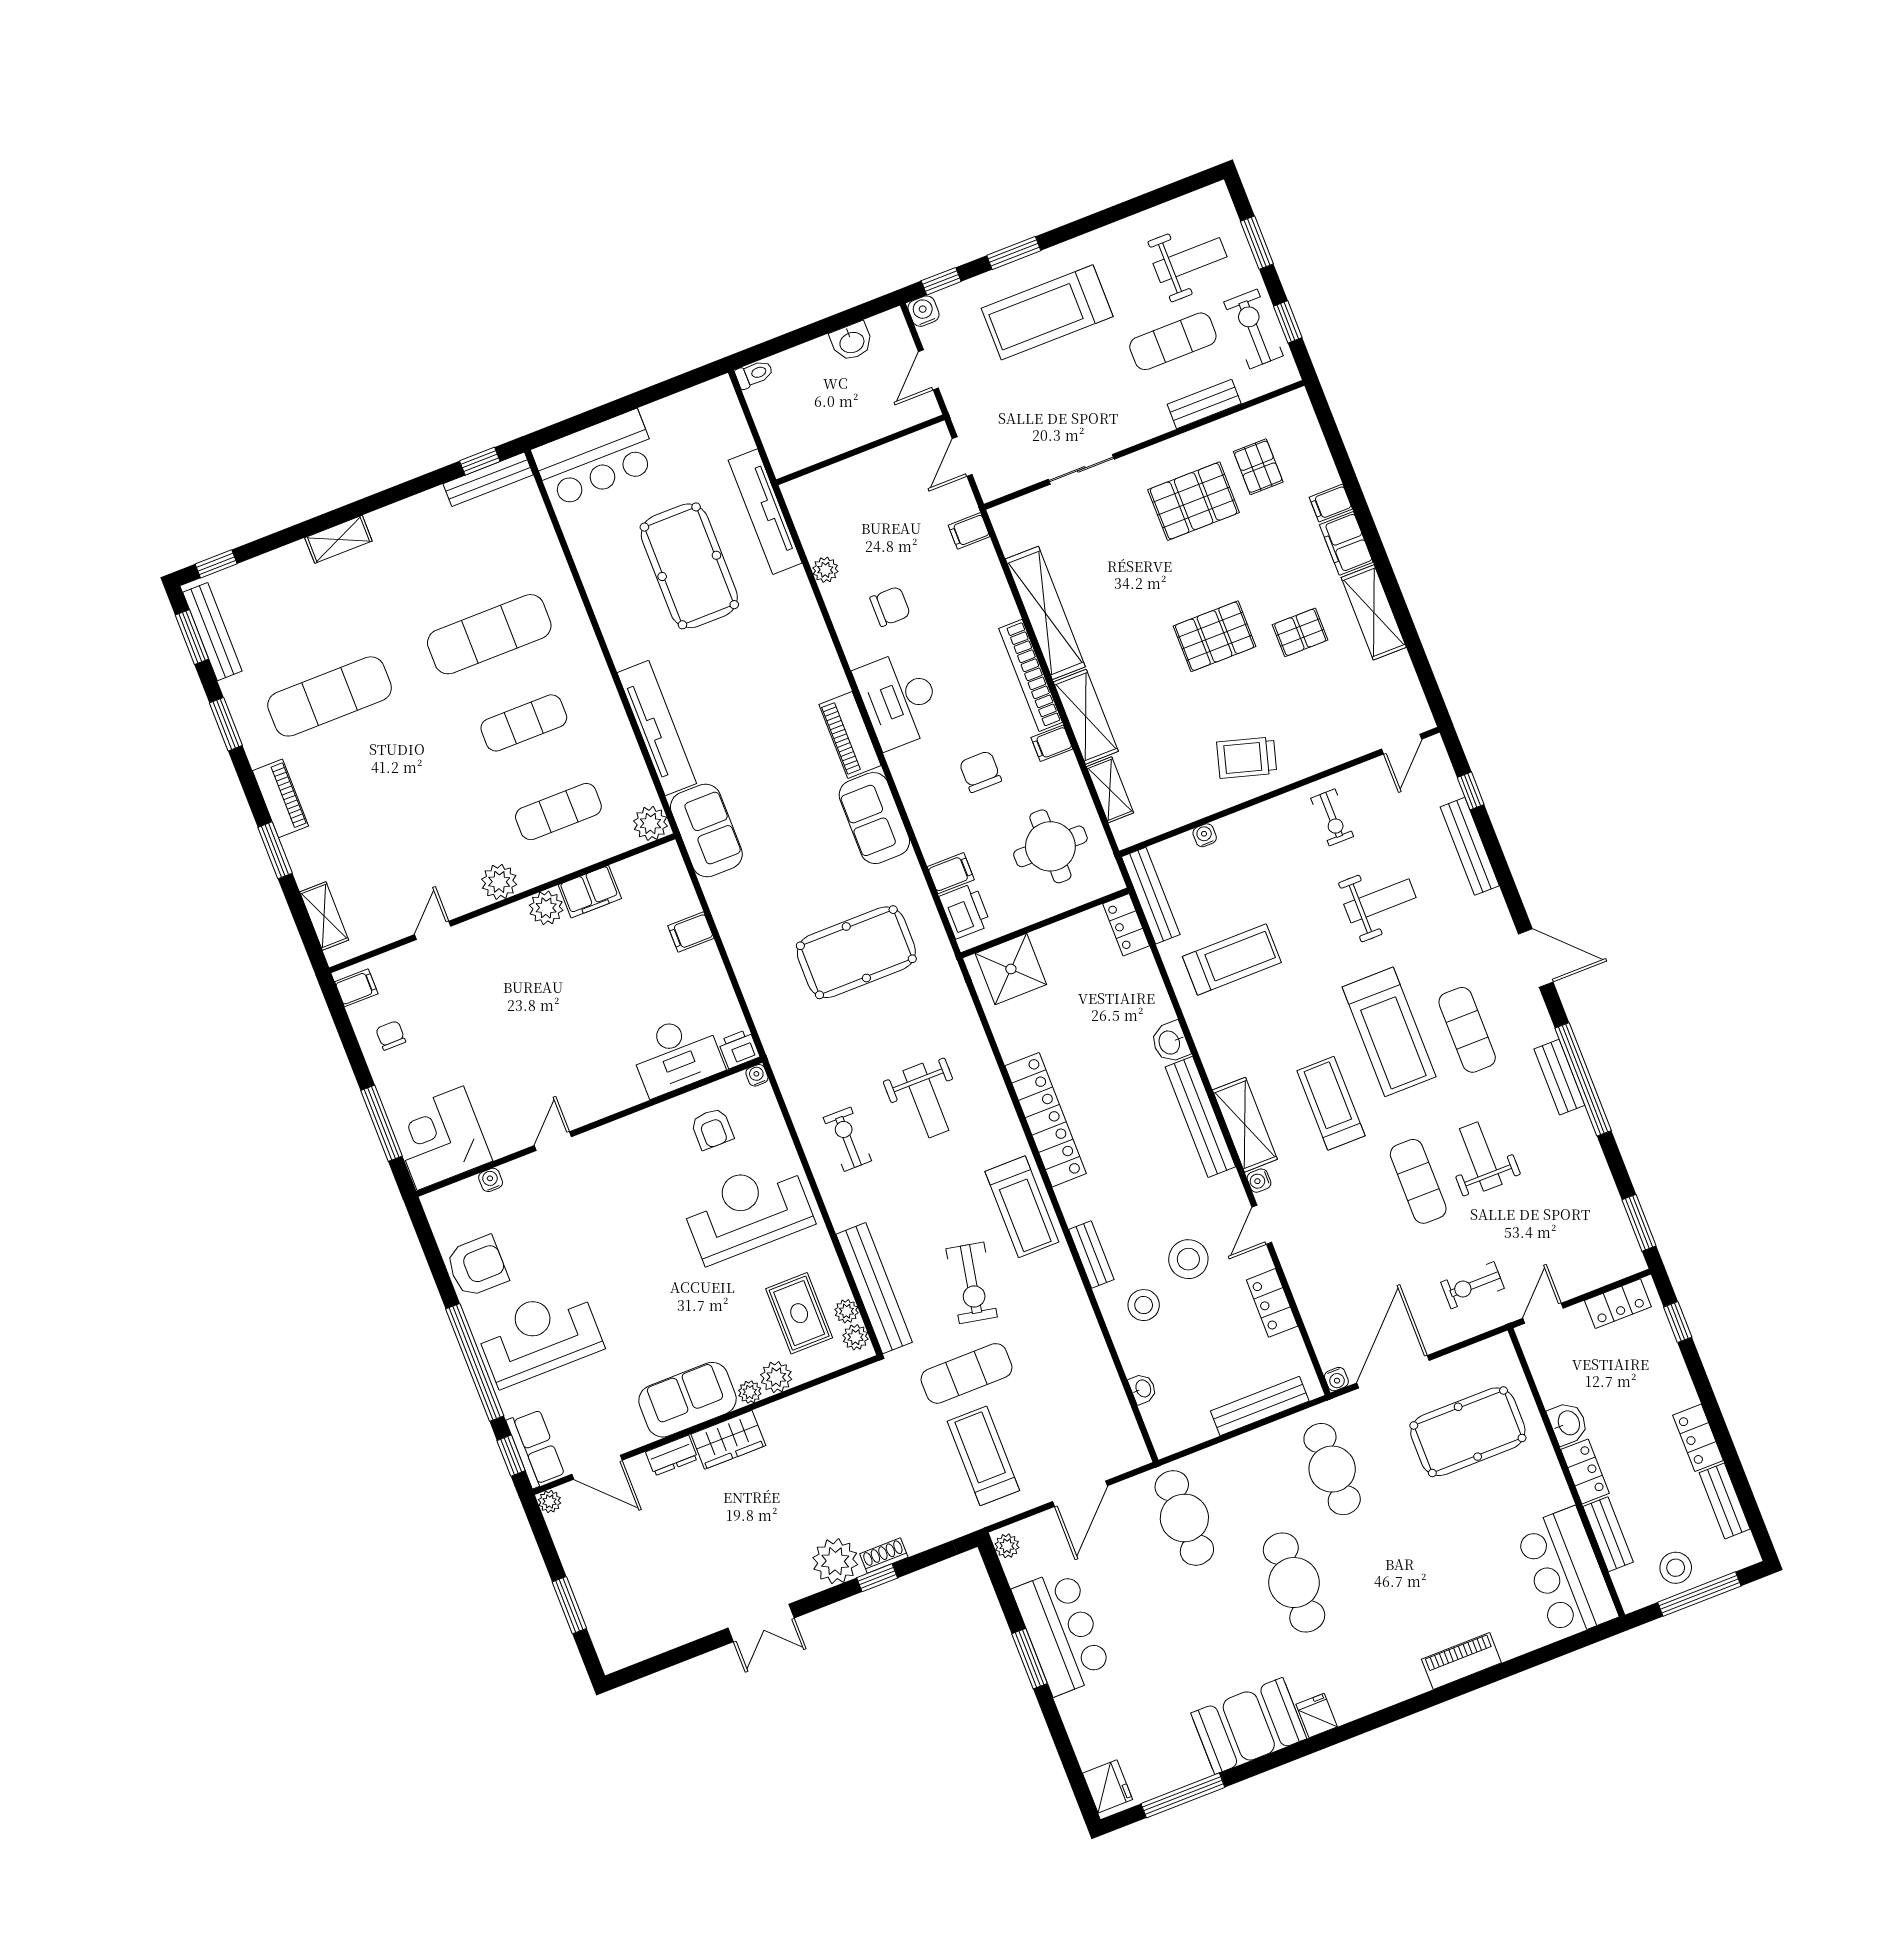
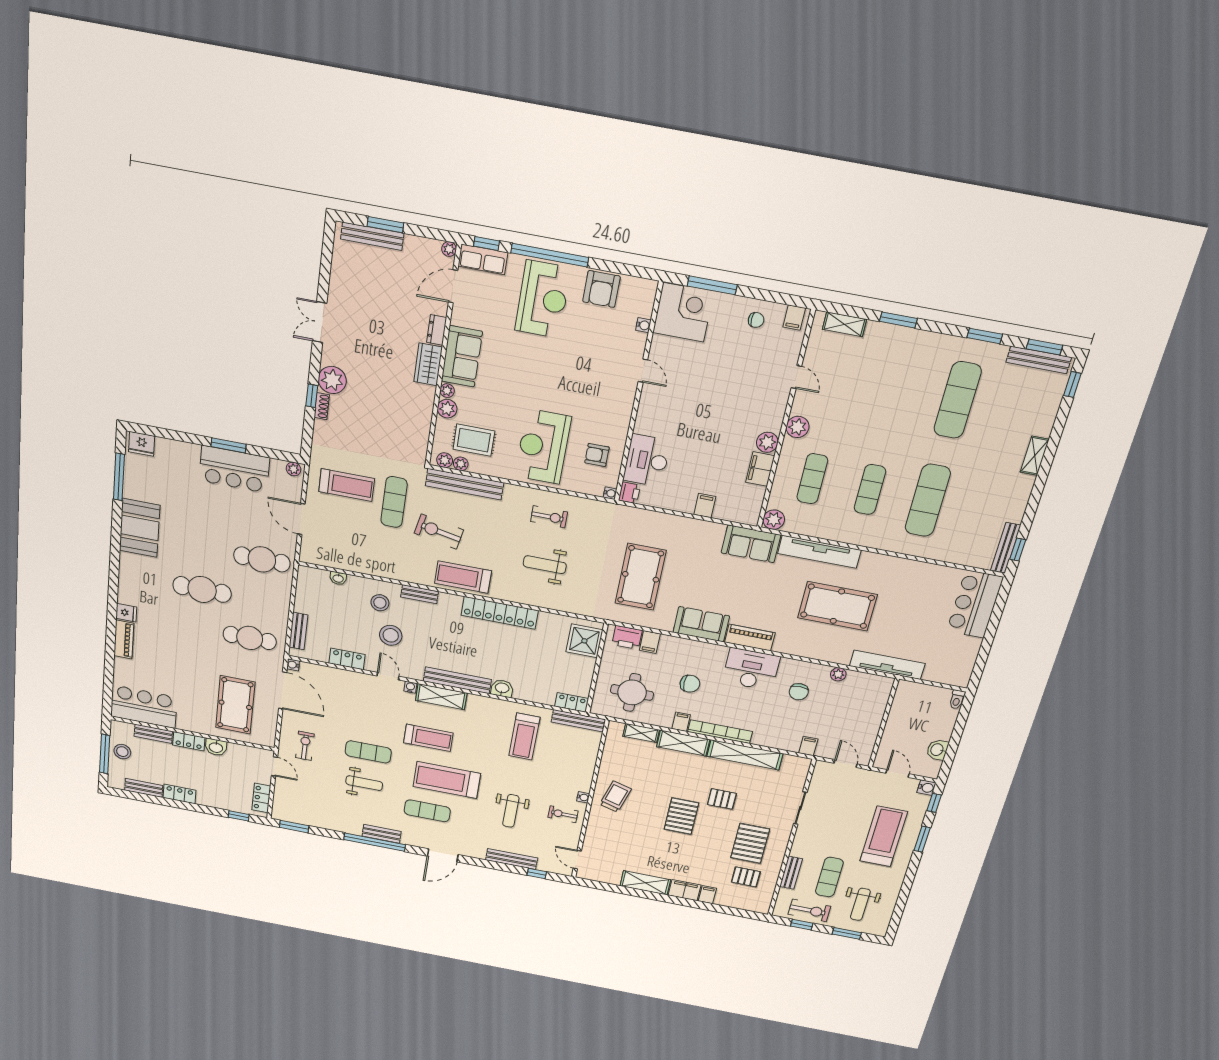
pool table: (689, 566) -> (837, 606), moved
pallet: (1300, 632) -> (722, 799), moved, turned 90
piano: (280, 798) -> (924, 340), removed
water cooler: (1205, 835) -> (583, 797), moved
reception desk: (747, 1211) -> (543, 447), turned 180
bench: (1260, 1406) -> (298, 631), width x0.73
bench: (596, 1615) -> (372, 236), added
fridge: (1317, 1716) -> (126, 613), moved

